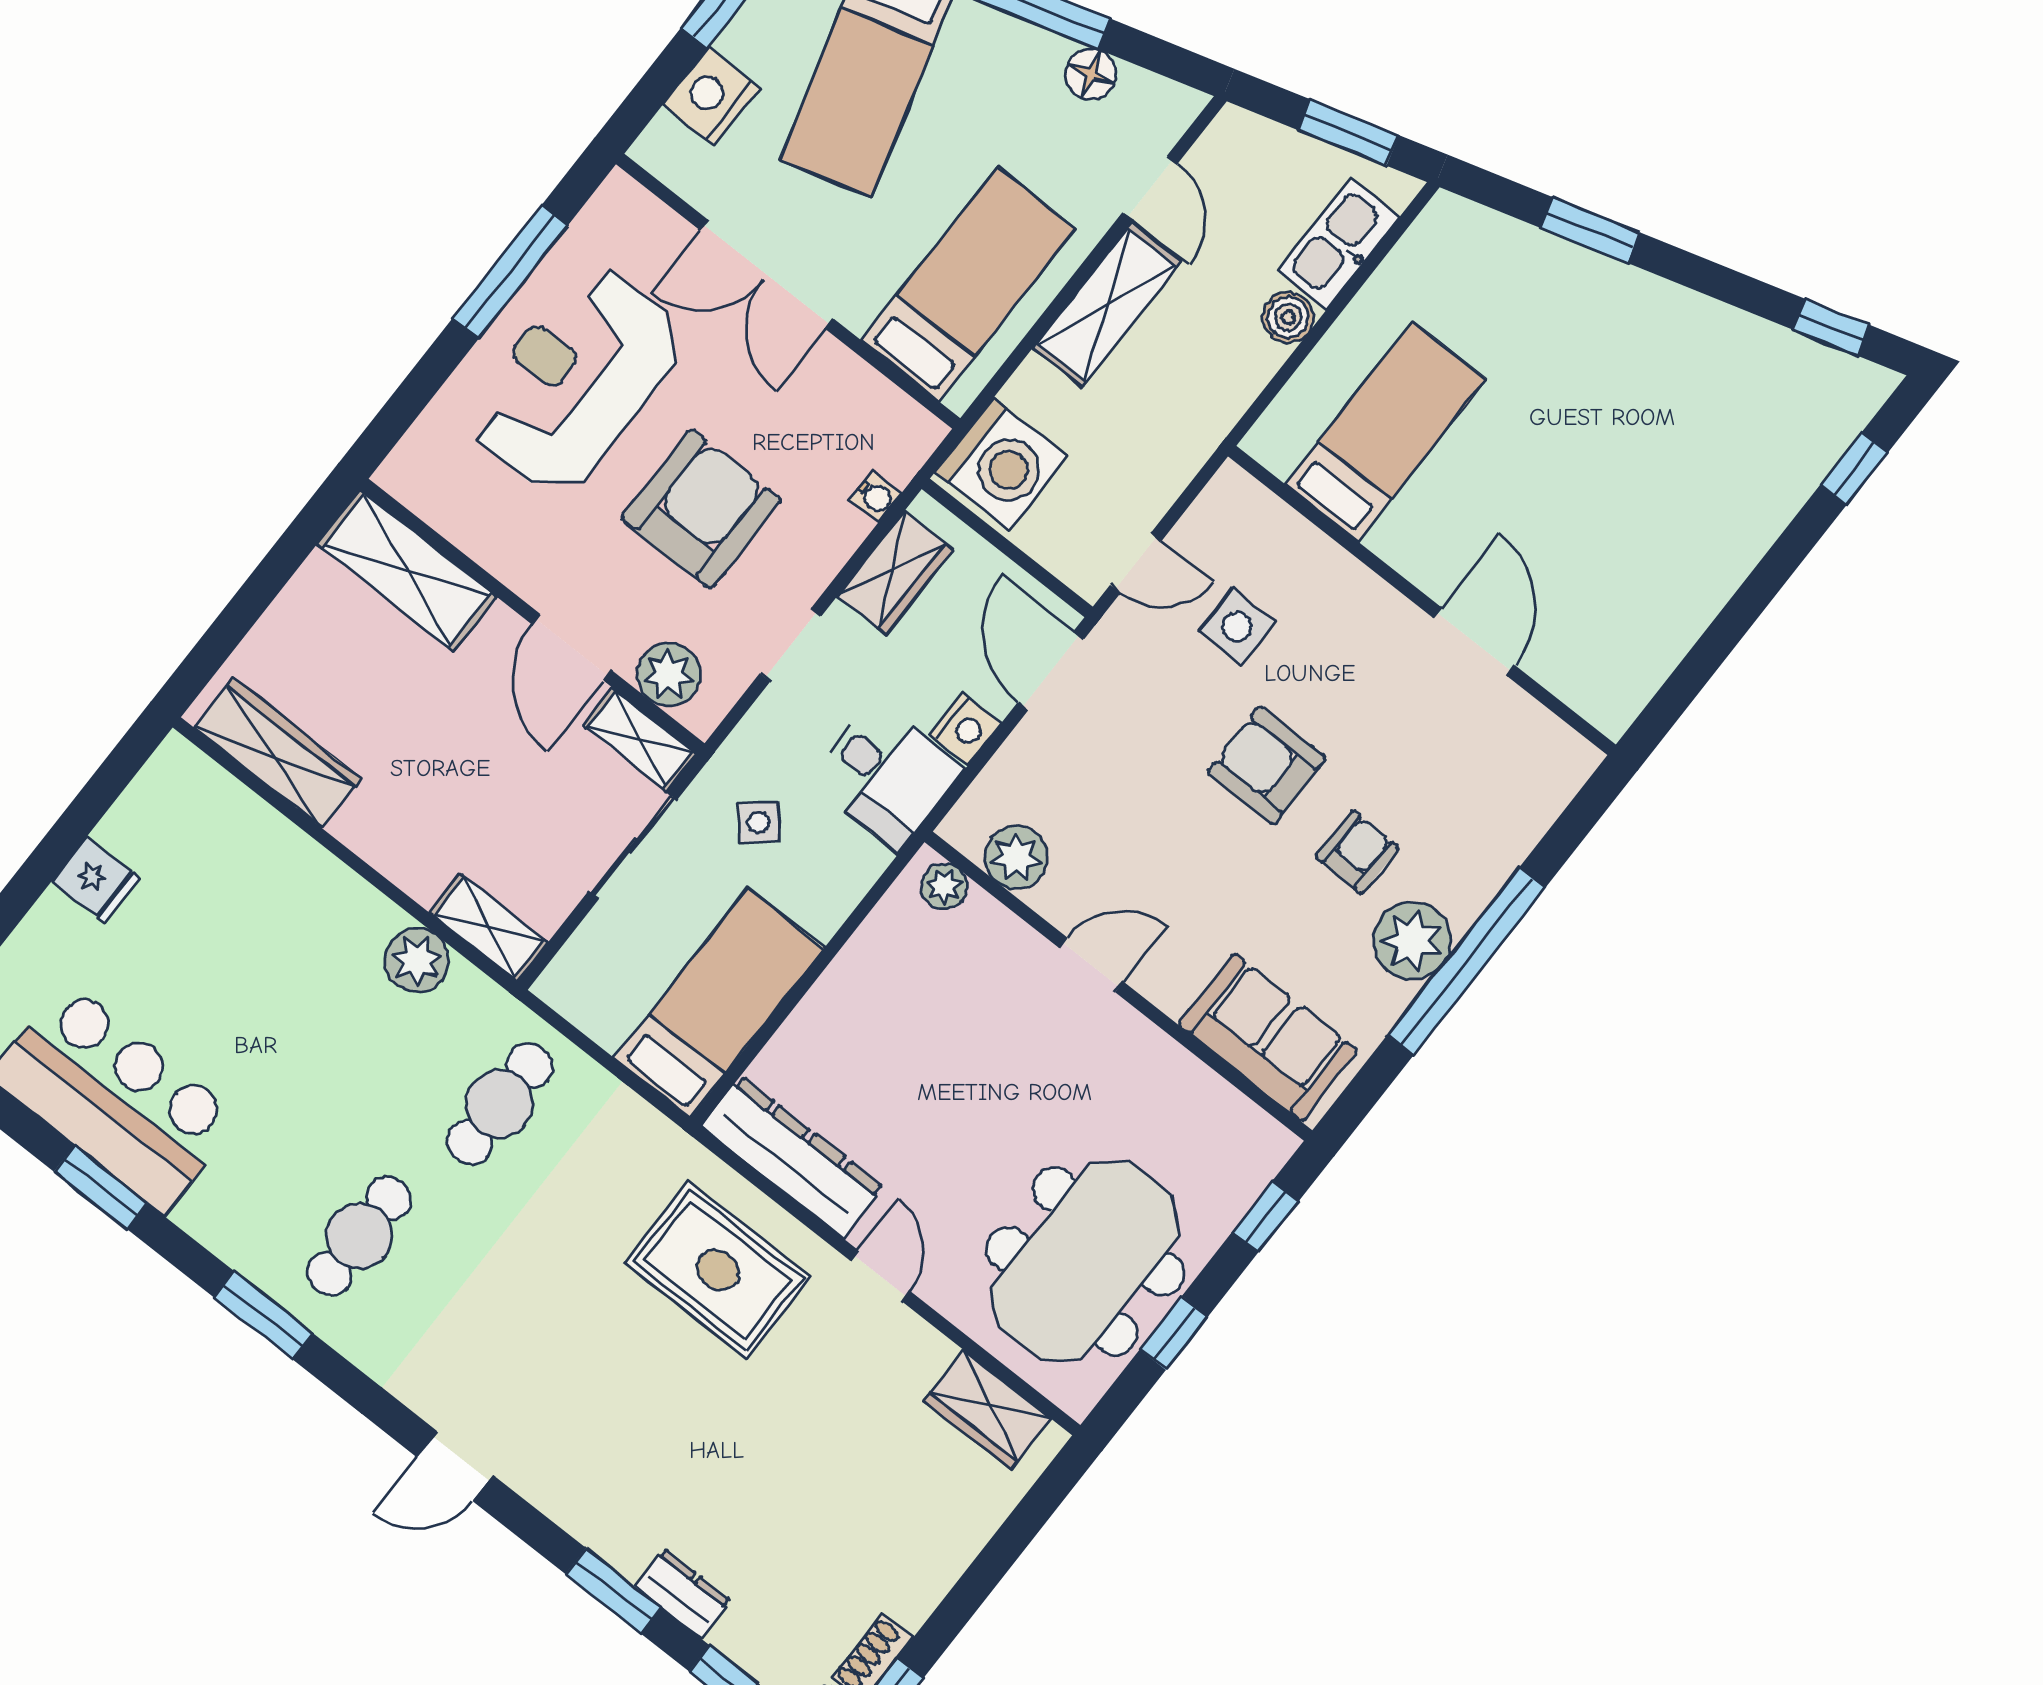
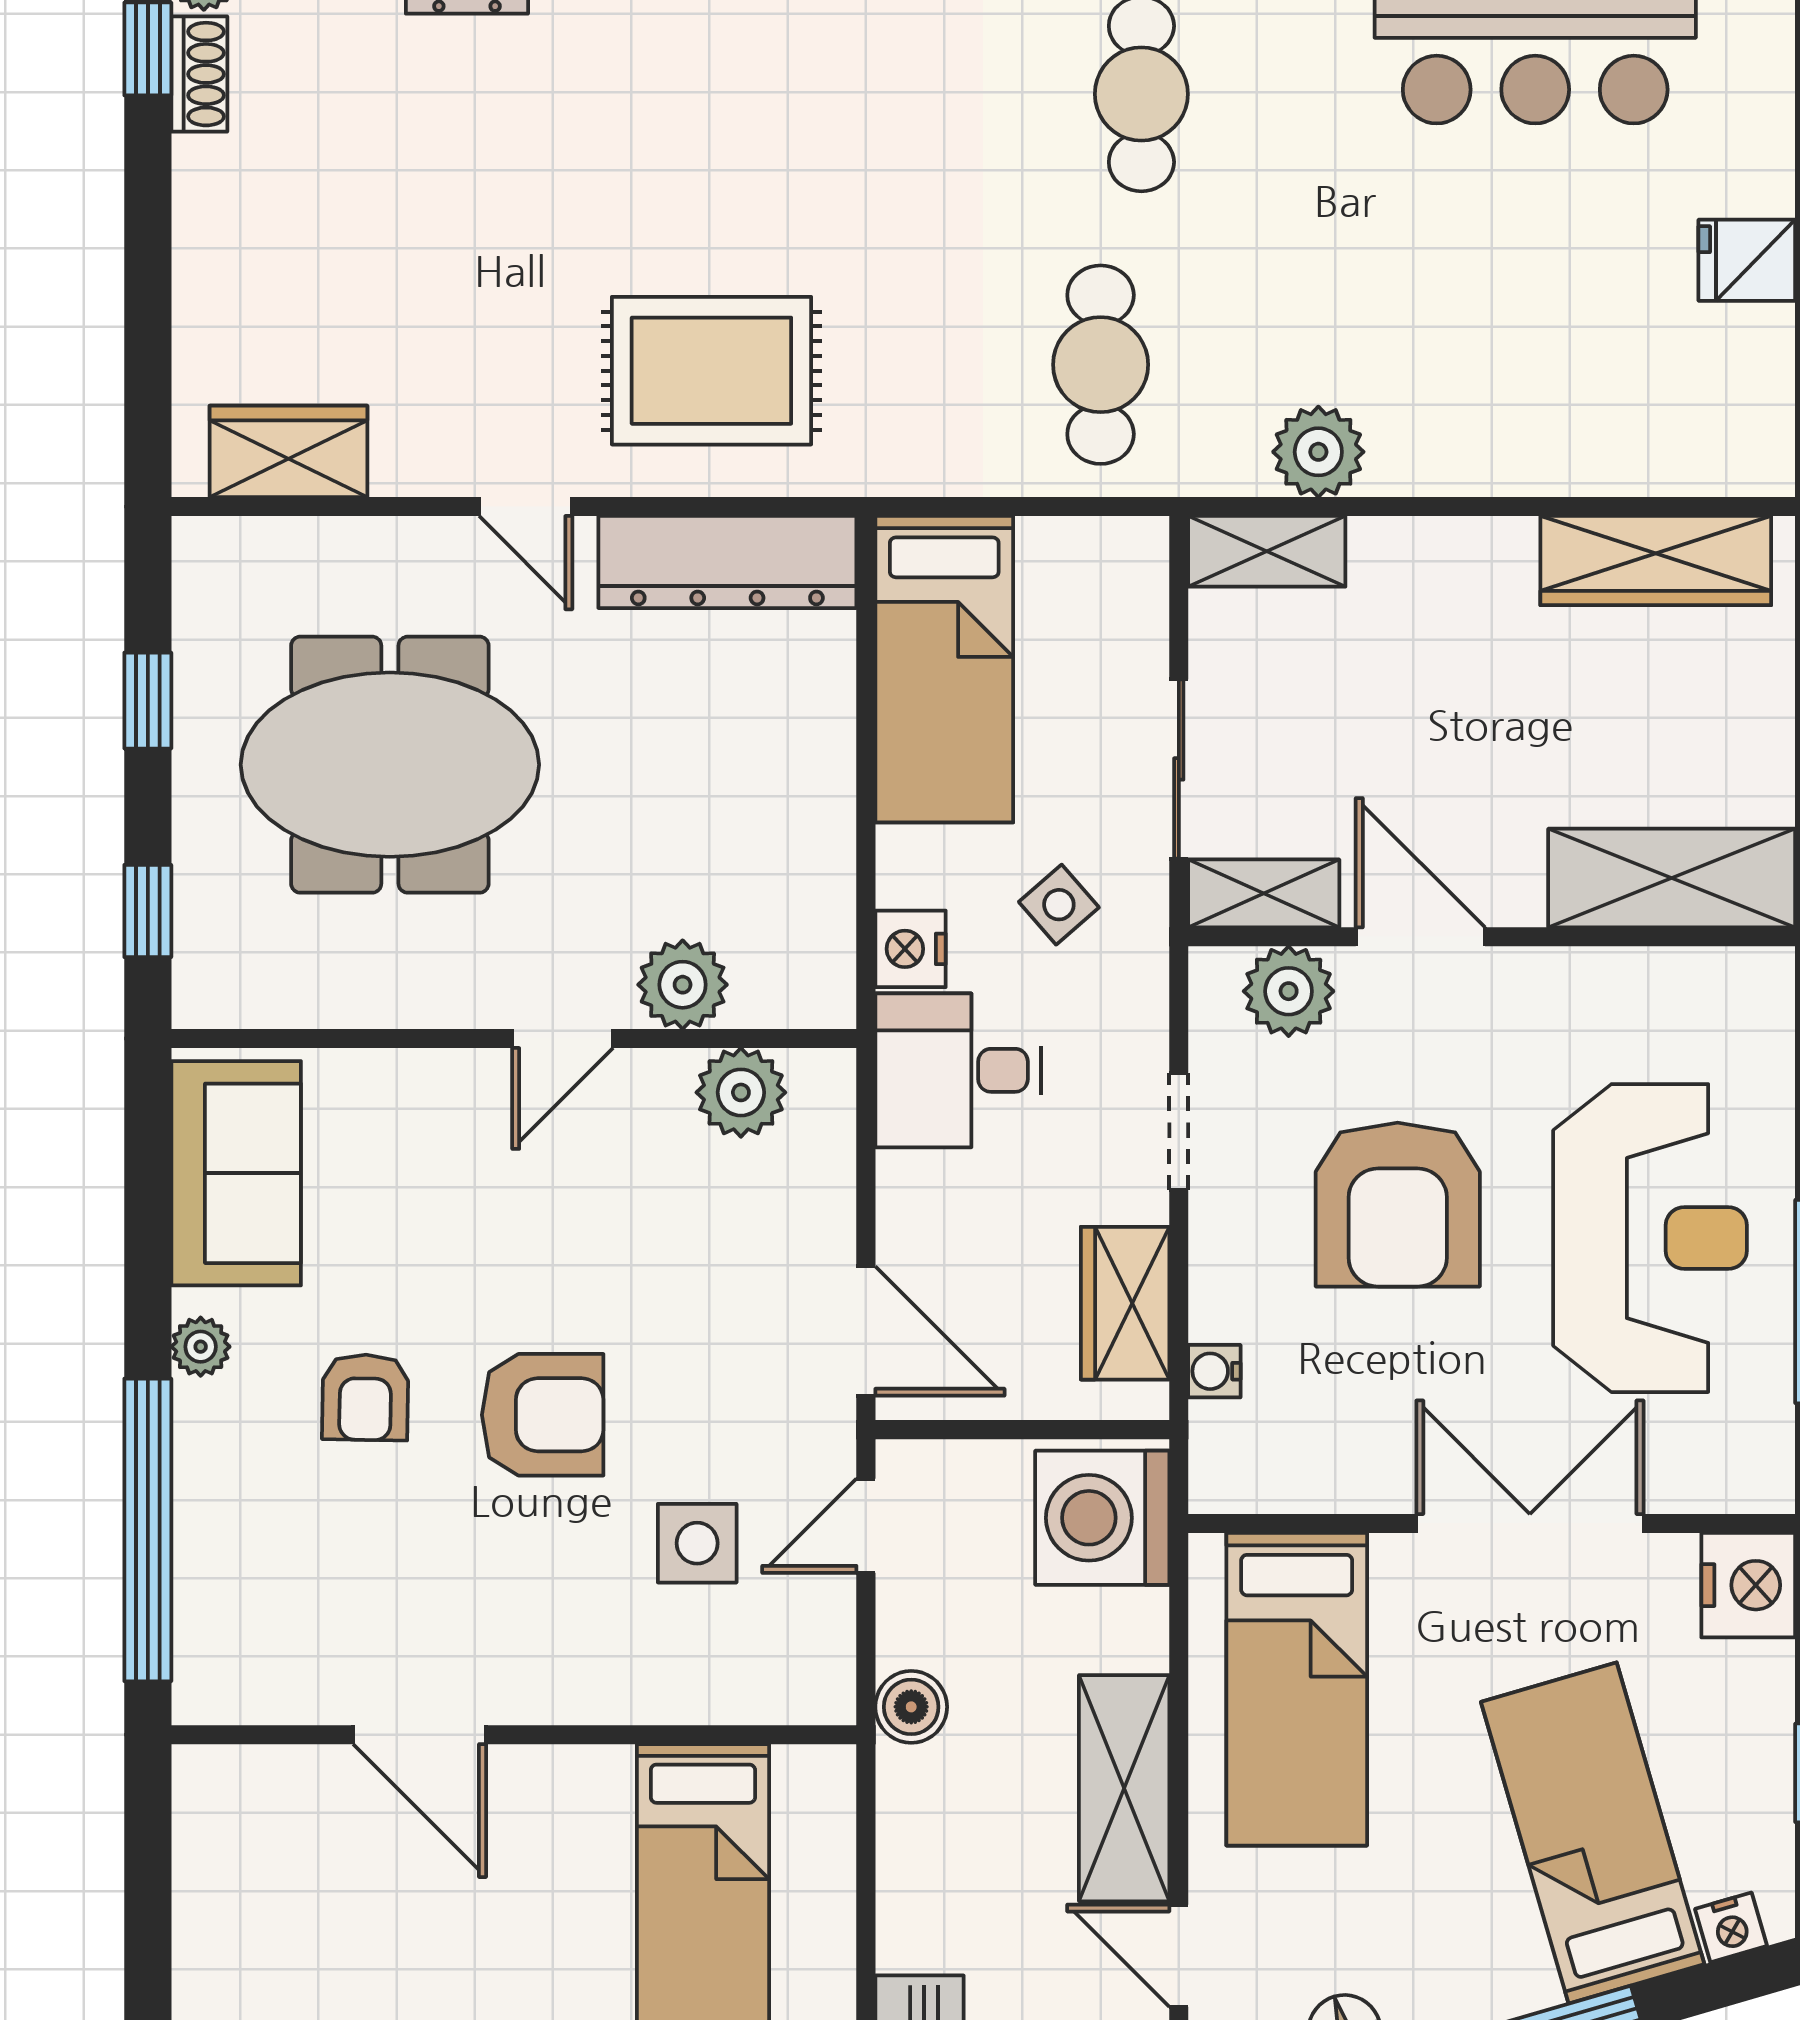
nightstand: (711, 96) -> (1748, 1585), moved
boiler: (1288, 317) -> (911, 1707), moved
nightstand: (966, 728) -> (910, 949), moved
plant: (944, 886) -> (683, 985), moved, width x1.38, depth x1.38
plant: (1412, 941) -> (201, 1347), width x0.53, depth x0.53
window: (1466, 961) -> (148, 1530), moved
sofa: (1268, 1037) -> (236, 1173), moved, turned -90
meeting table: (1085, 1261) -> (390, 765), moved, turned 90

